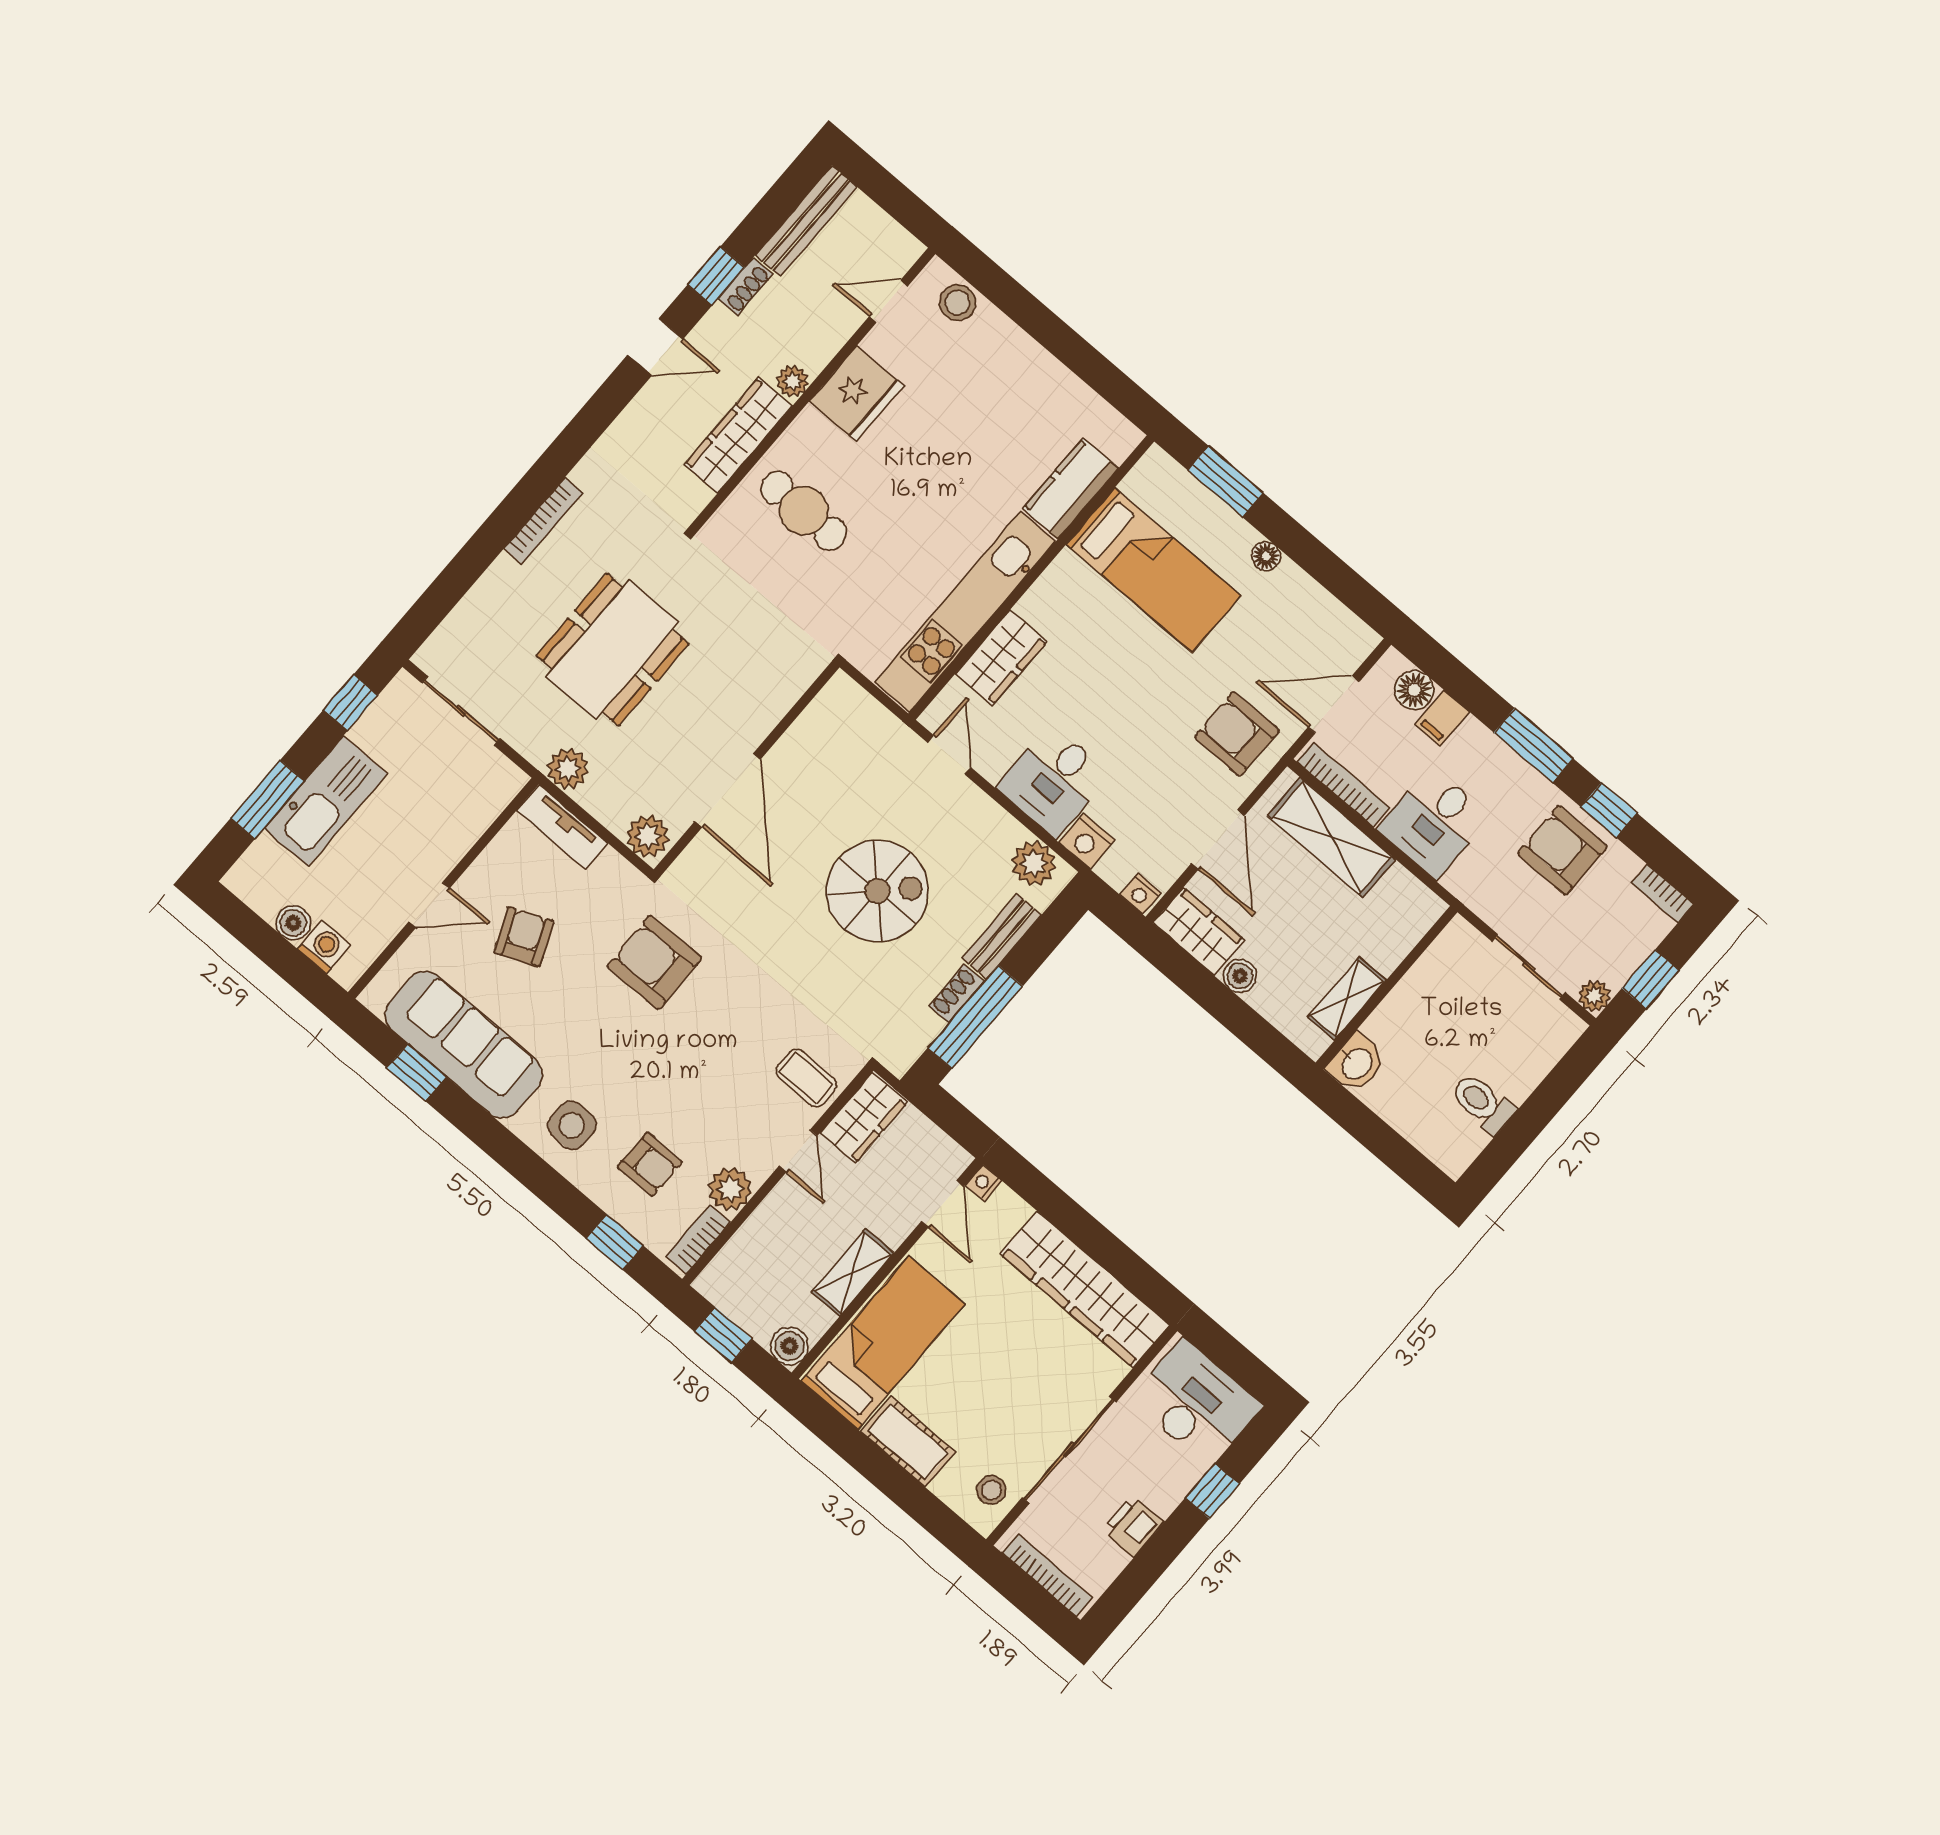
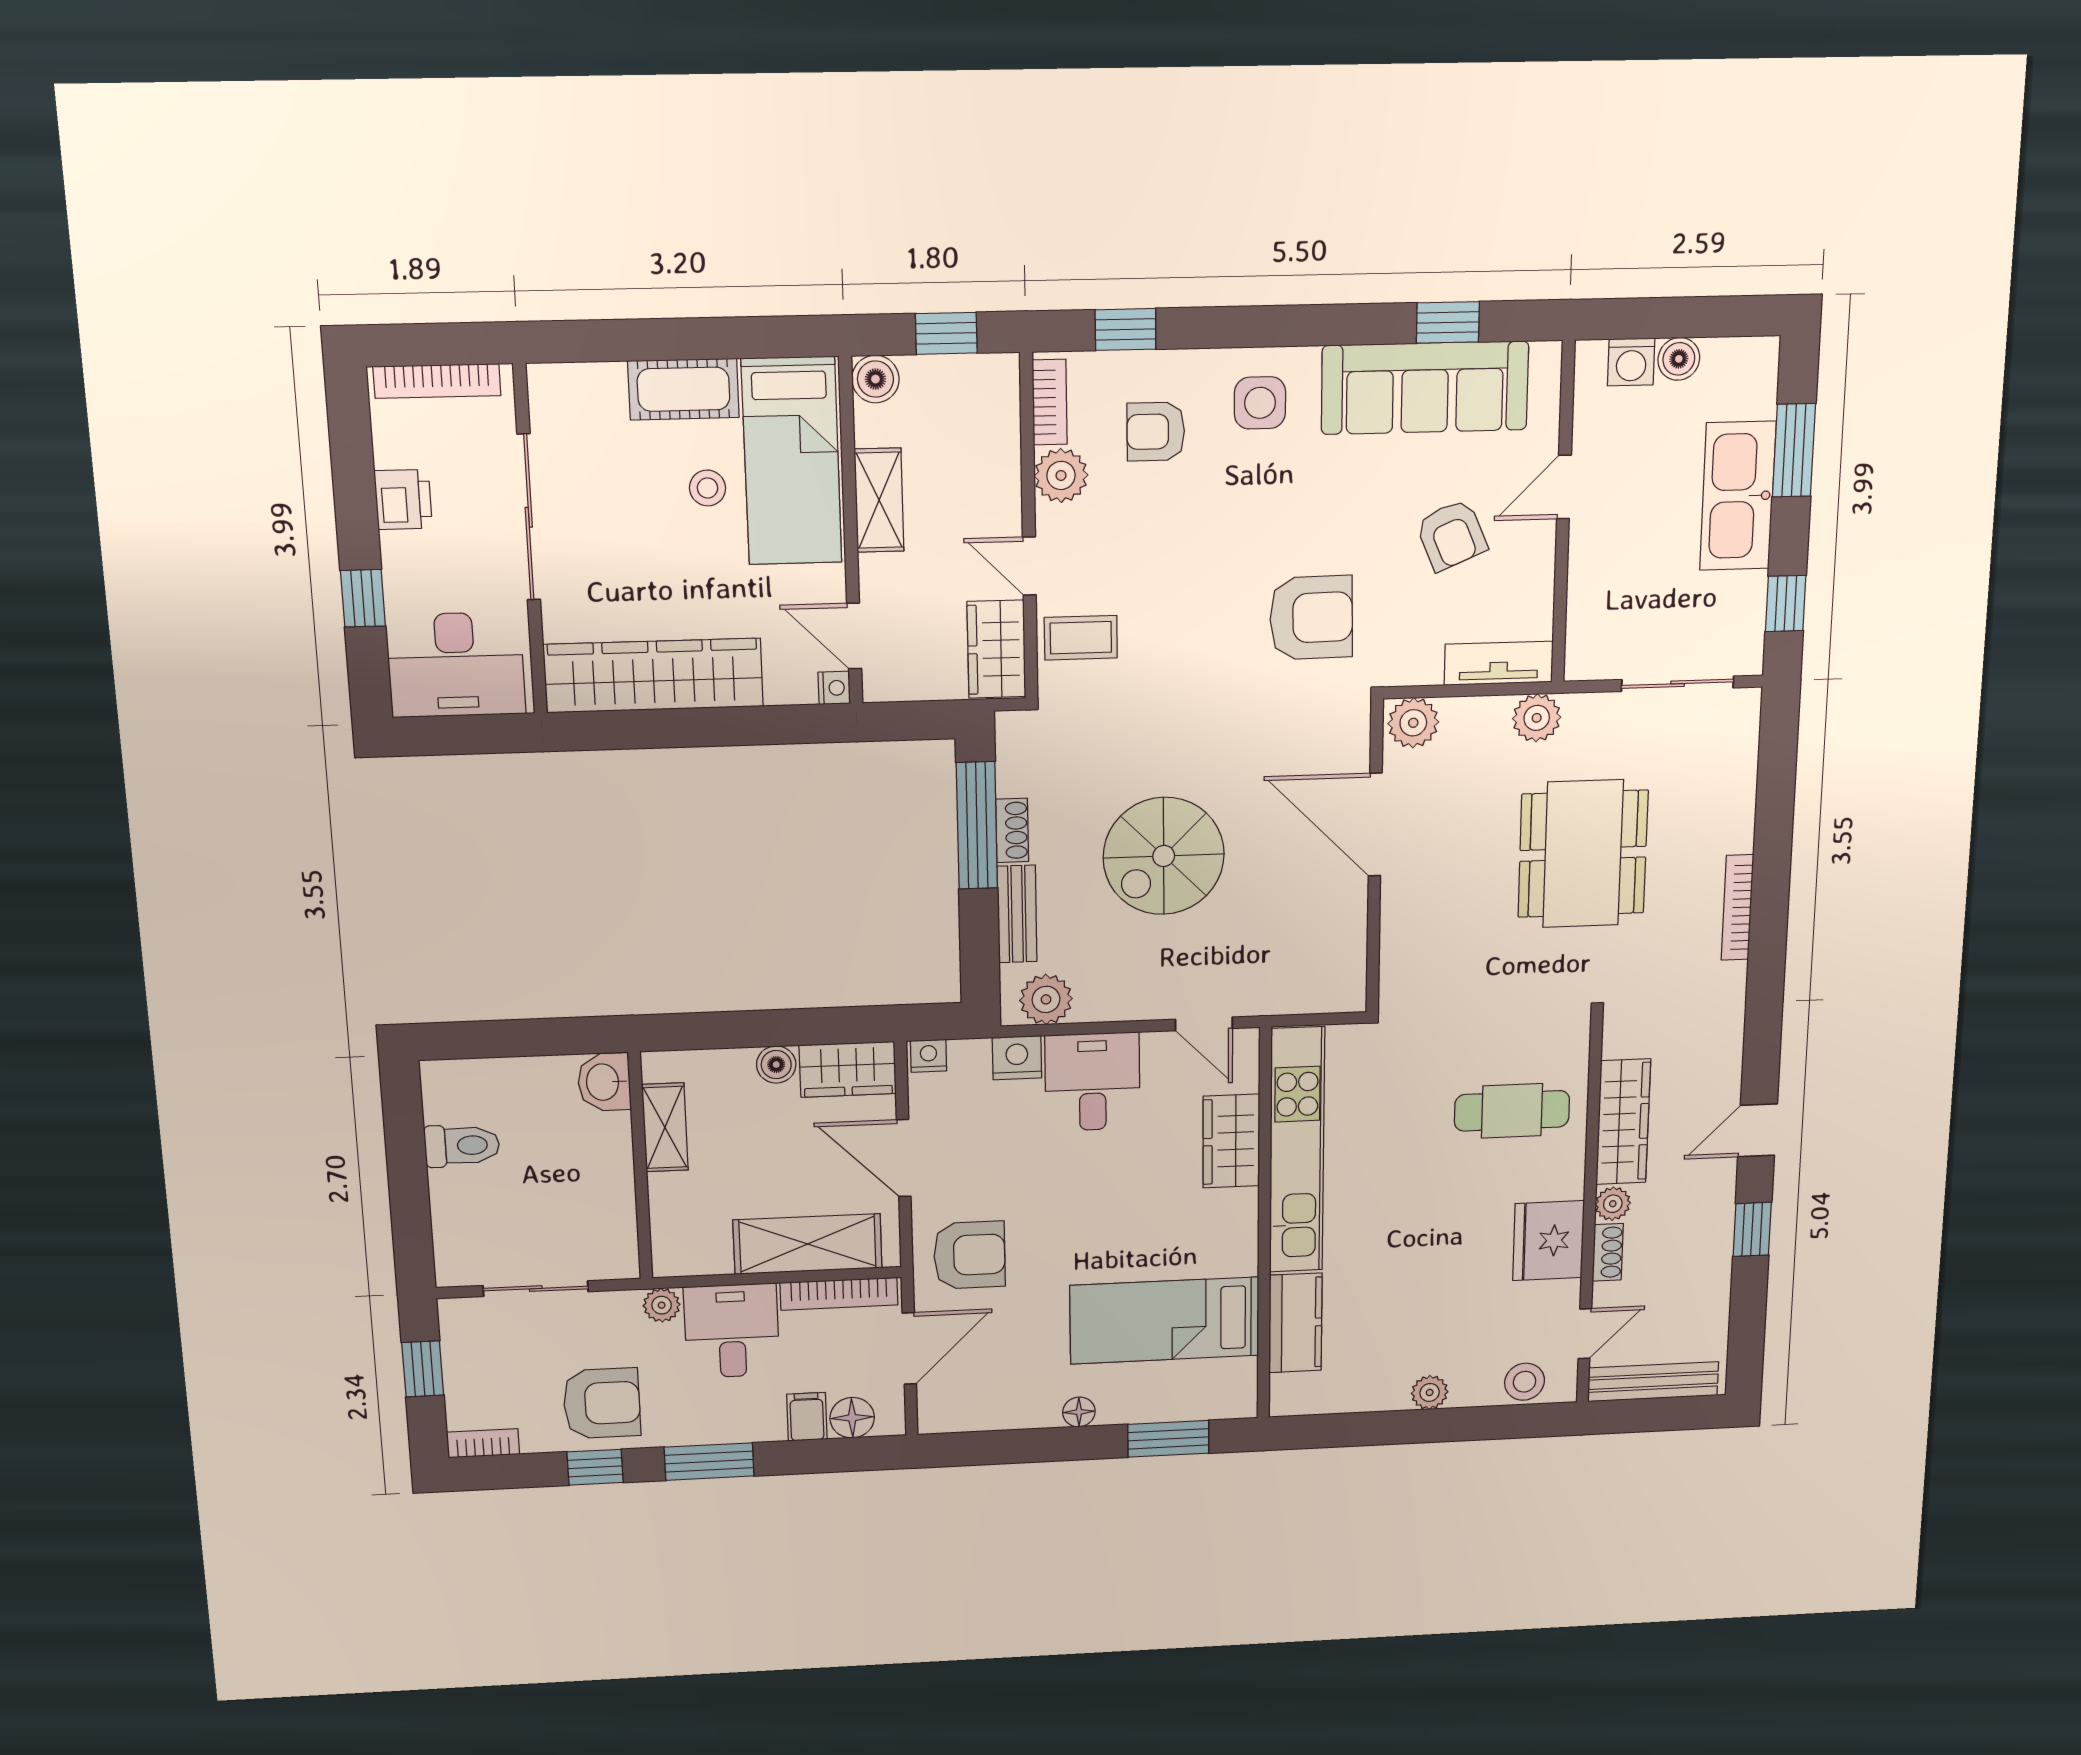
bench: (806, 221) -> (1653, 1382), moved, turned 90
shoe rack: (745, 286) -> (1608, 1252), moved, turned 180
plant: (1026, 354) -> (1430, 1392), added
plant: (1594, 996) -> (662, 1305), moved
stool: (991, 1490) -> (707, 488), moved

